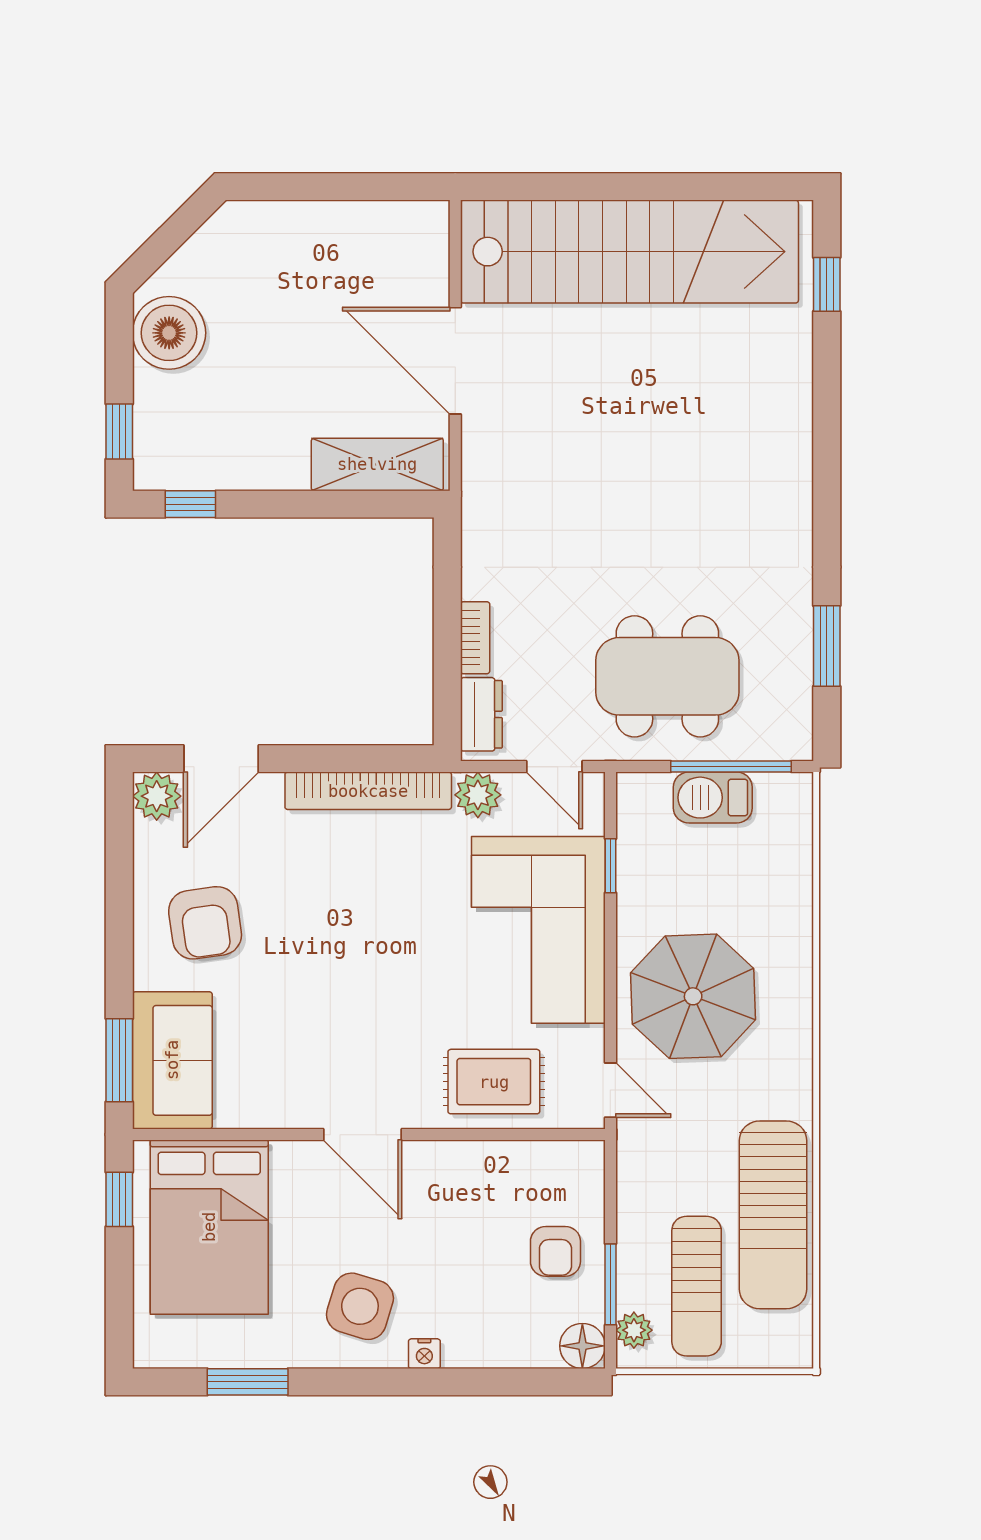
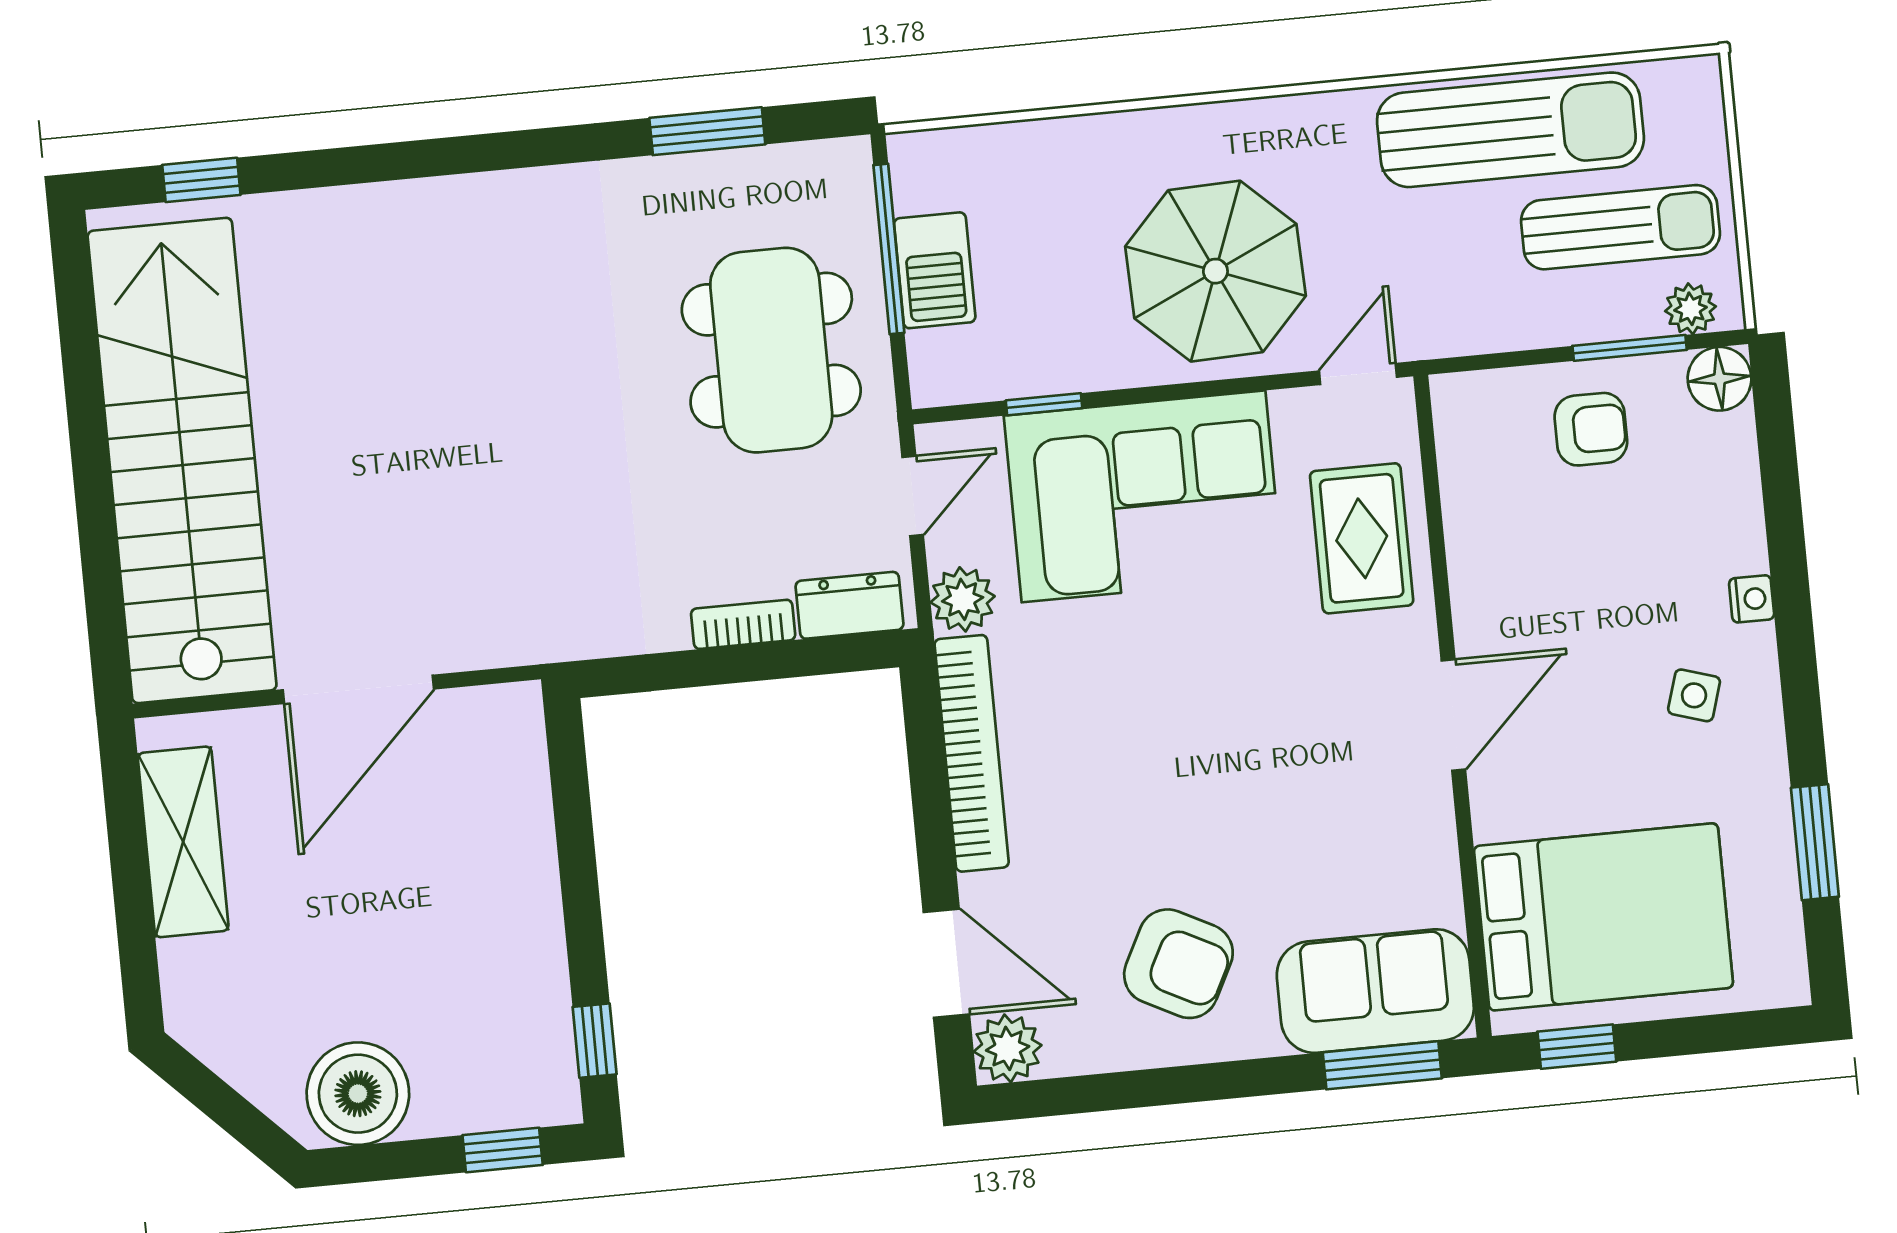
shelving: (377, 464) -> (183, 842), moved
armchair: (205, 923) -> (1178, 964), turned 35
side table: (360, 1306) -> (1694, 695), width x0.54, depth x0.54

